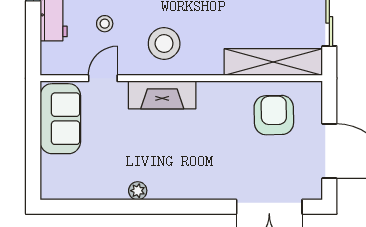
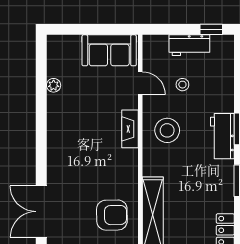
fireplace: (162, 95) -> (130, 129), width x0.73, depth x0.76
plant: (138, 191) -> (54, 85), moved

